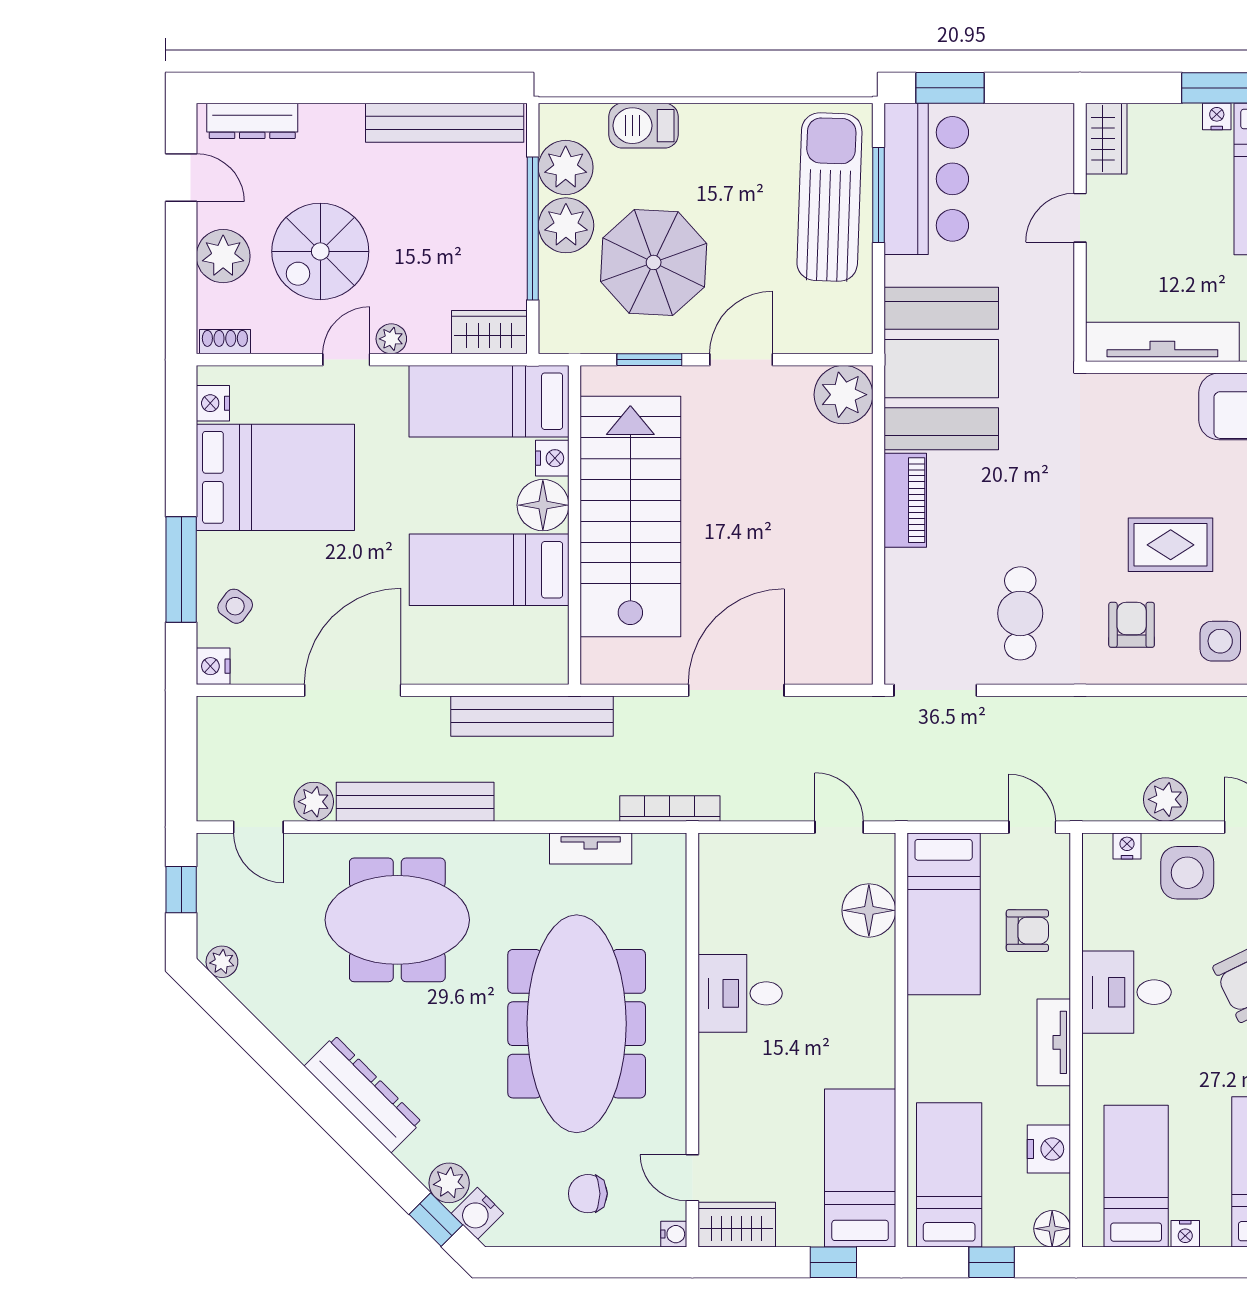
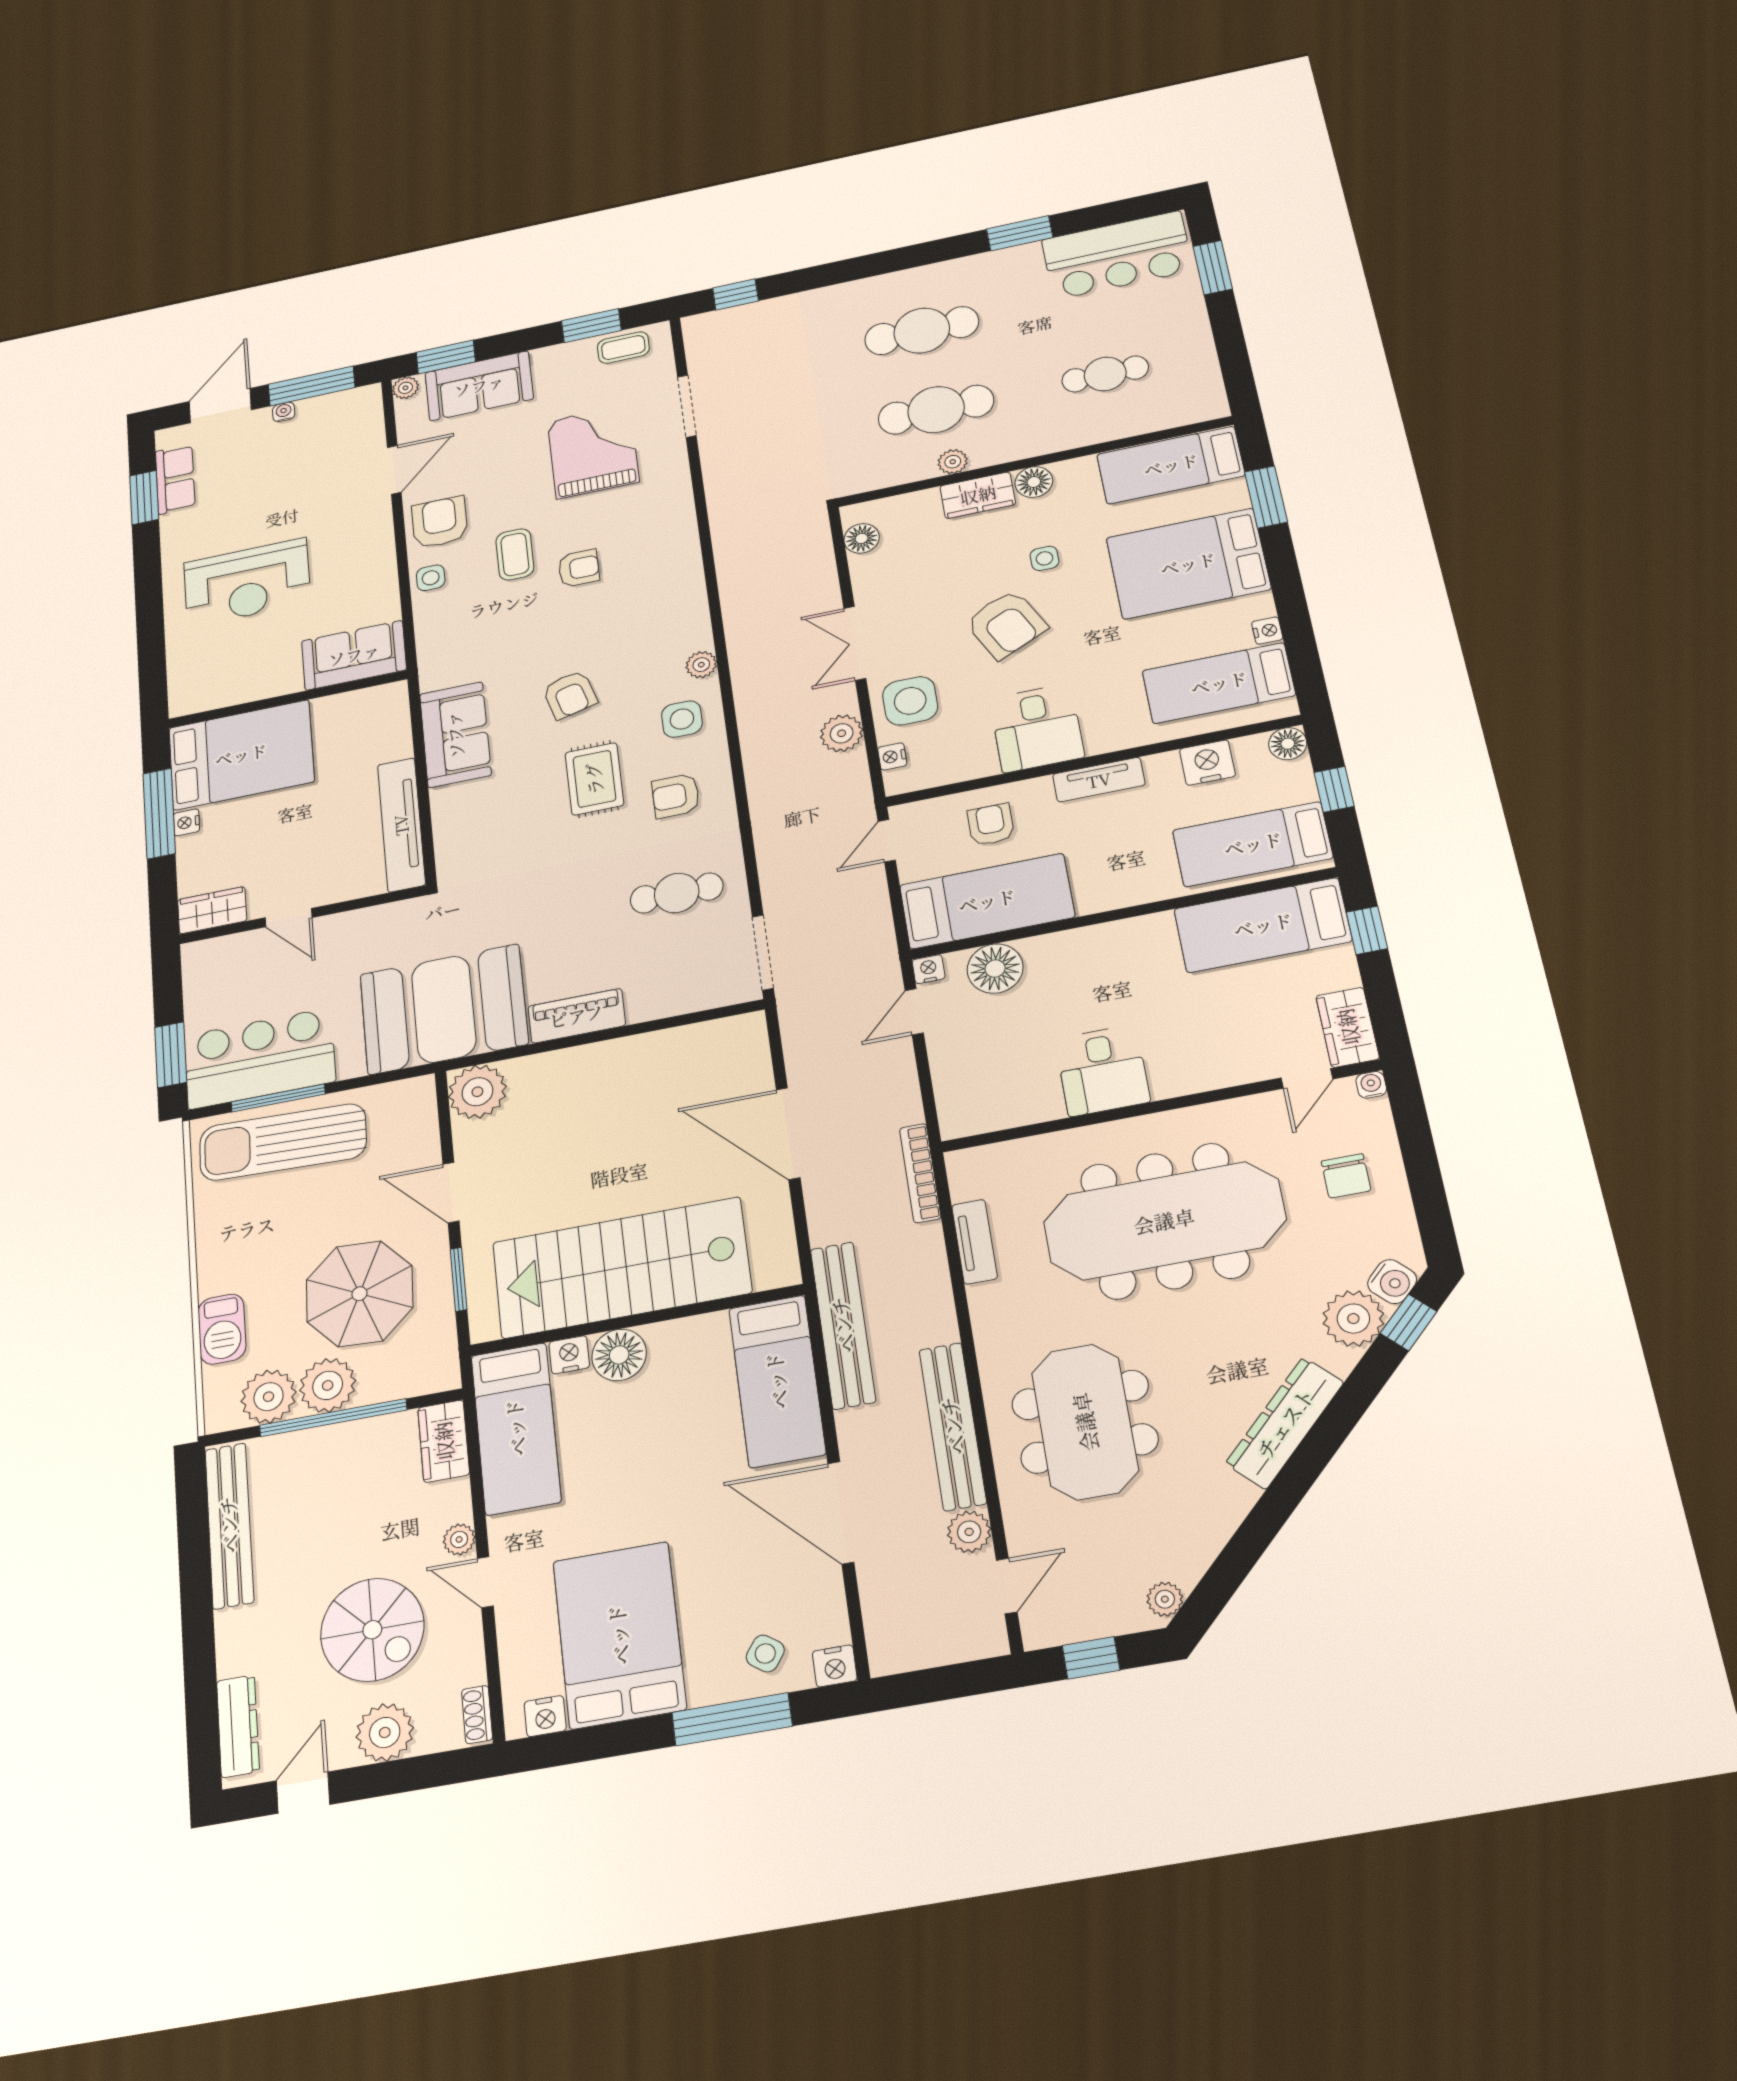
bed: (489, 570) -> (777, 1381), moved
nightstand: (882, 847) -> (929, 969), added
plant: (449, 1183) -> (1353, 1319), width x1.36, depth x1.36

